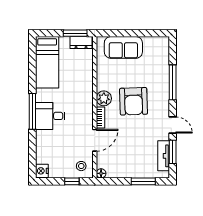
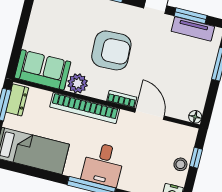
sofa: (123, 47) -> (43, 70), moved, turned -90
bookcase: (87, 92) -> (85, 108), added
plant: (104, 98) -> (78, 83), moved
stool: (81, 166) -> (180, 164), moved

